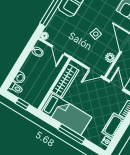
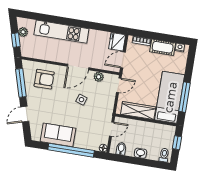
door: (95, 73) -> (119, 85), hinge flipped
washbasin: (20, 78) -> (140, 153), moved
window: (72, 134) -> (184, 97), moved

